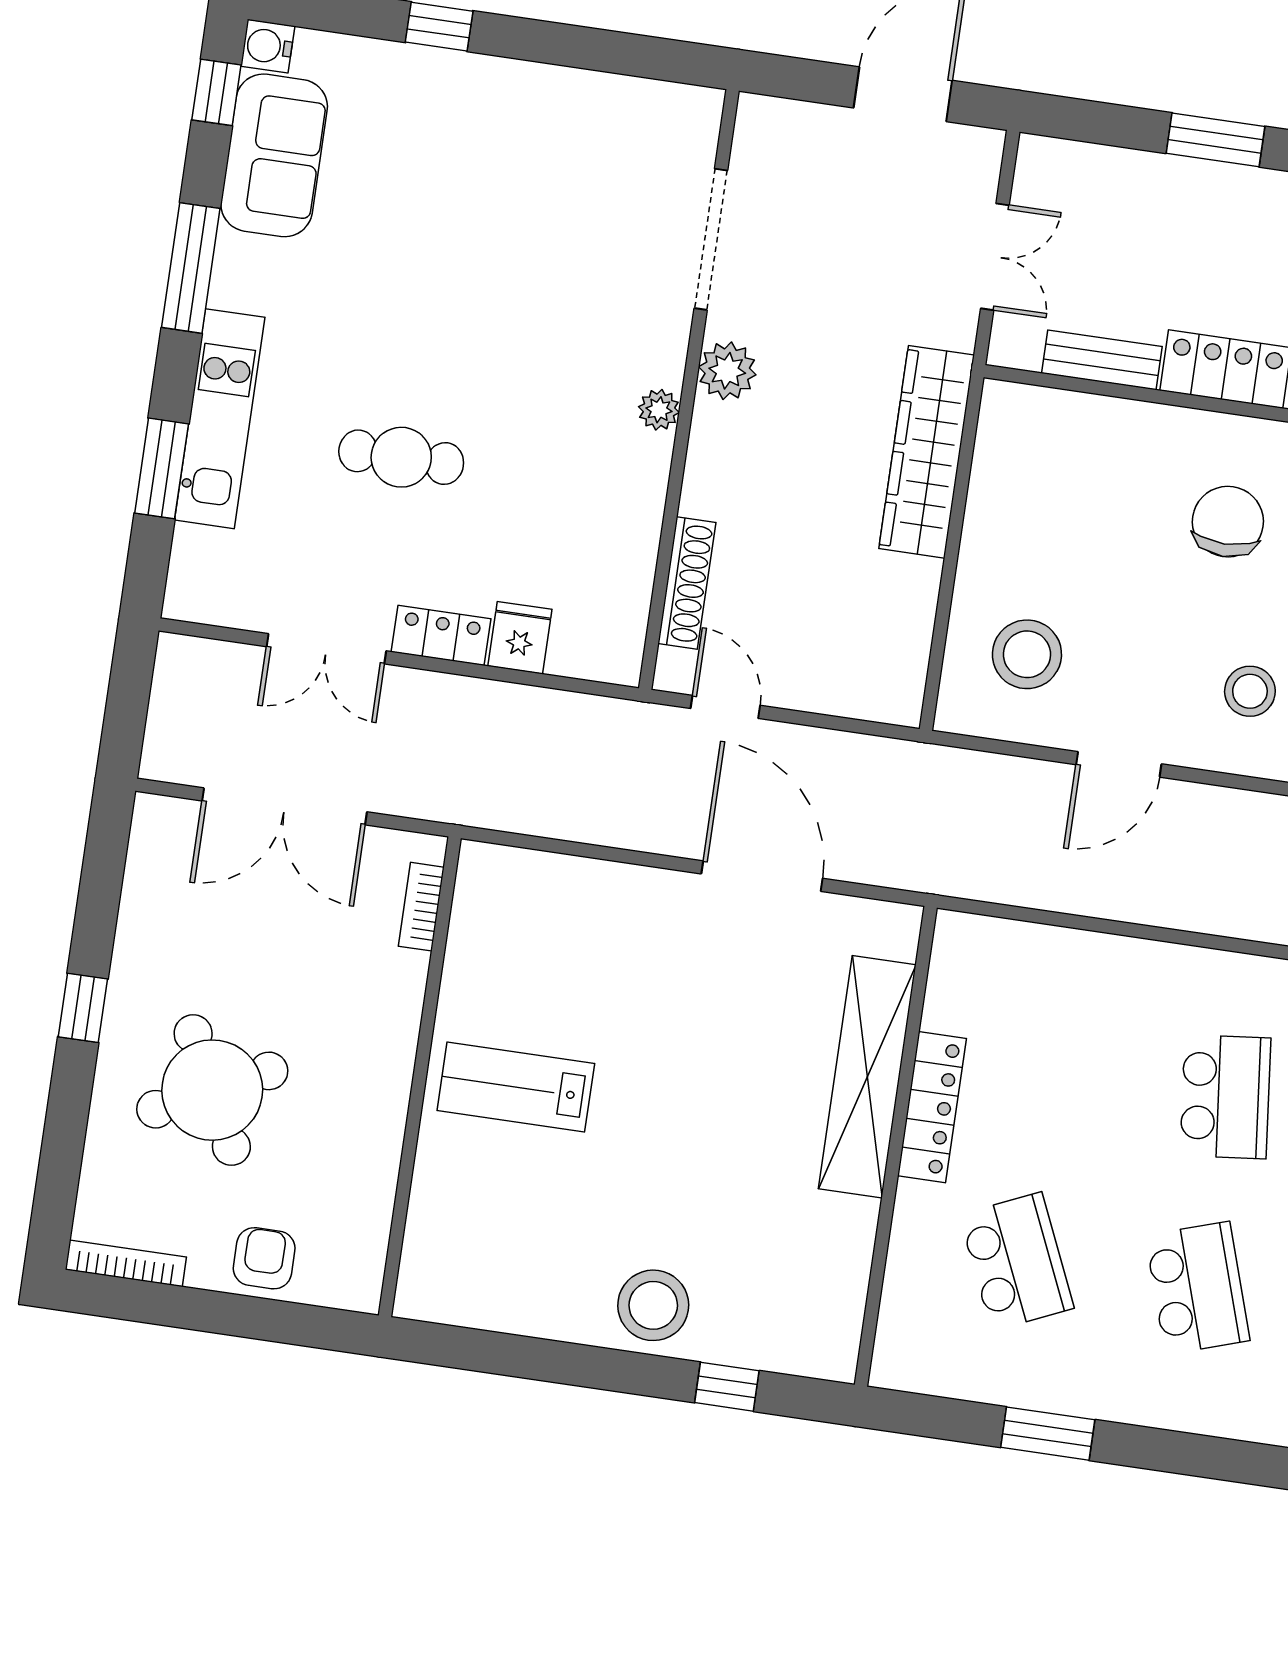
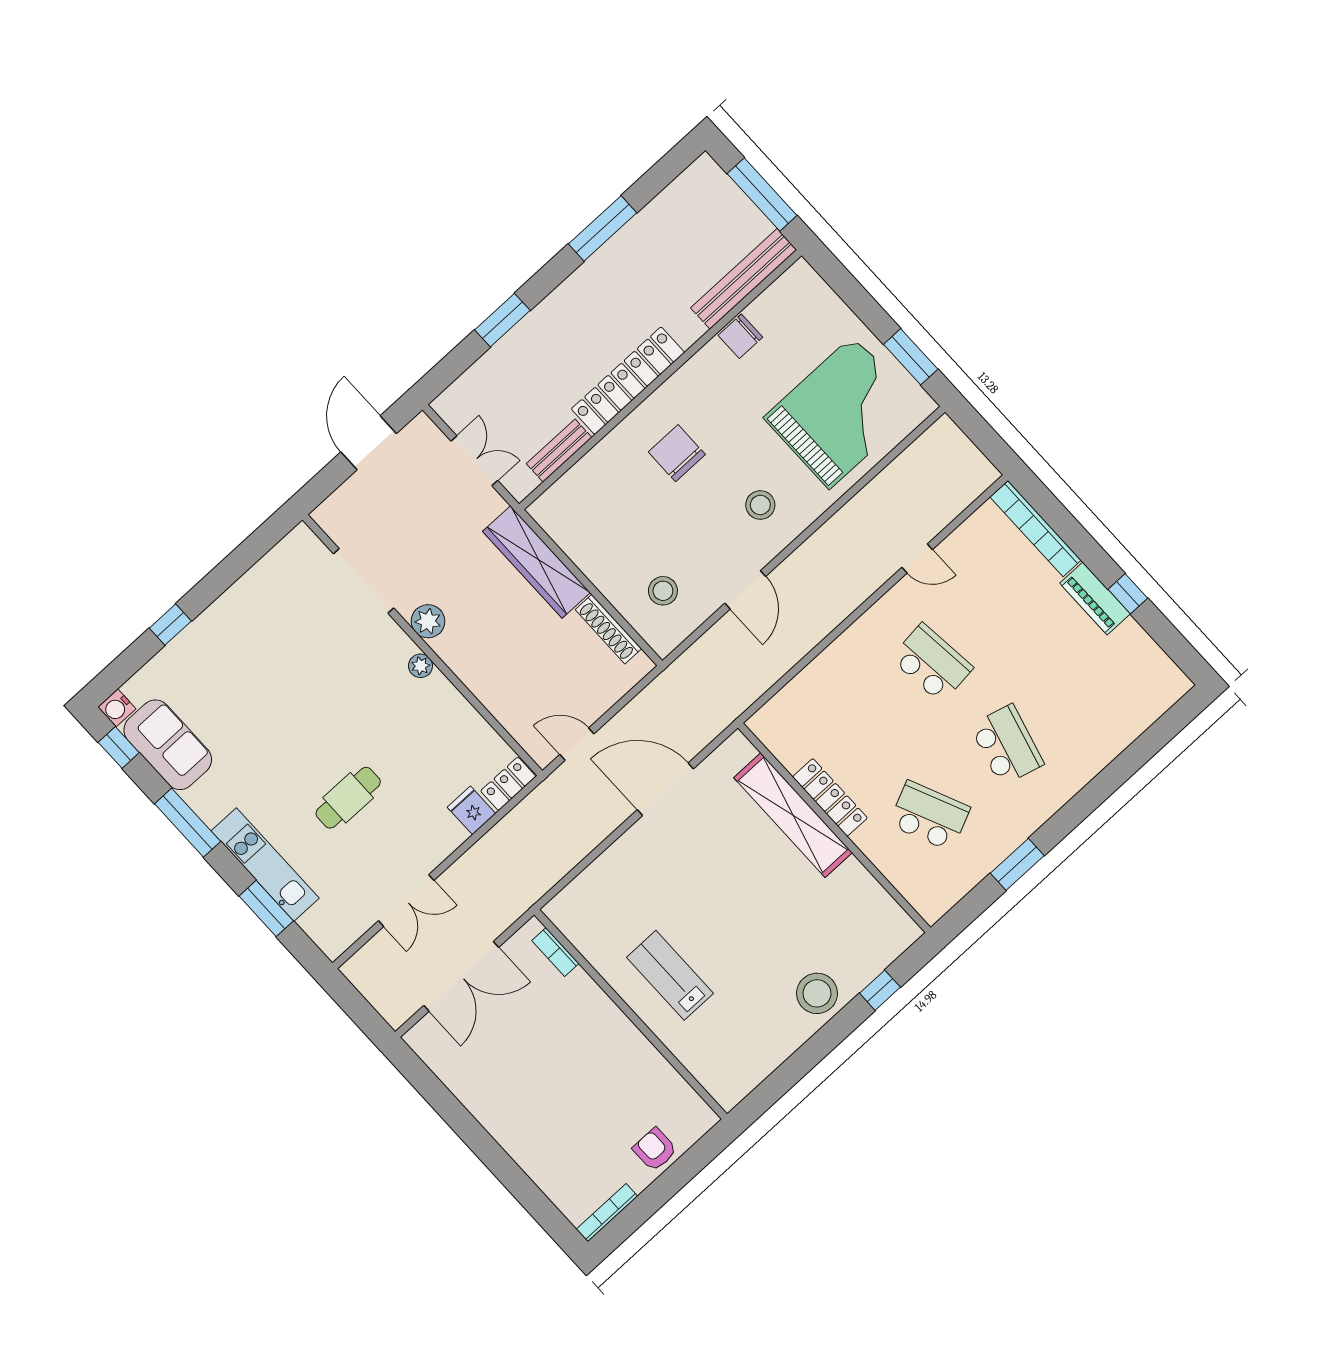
shoe rack: (687, 583) -> (608, 629), moved, turned 180
locker: (441, 635) -> (508, 784), moved
stool: (1027, 654) -> (663, 591), width x0.73, depth x0.73
window: (83, 1008) -> (478, 1139), removed
lab bench: (516, 1087) -> (670, 975), turned 90
round table: (212, 1090) -> (561, 1111), removed
school desk: (1197, 1288) -> (1007, 745), turned 33

